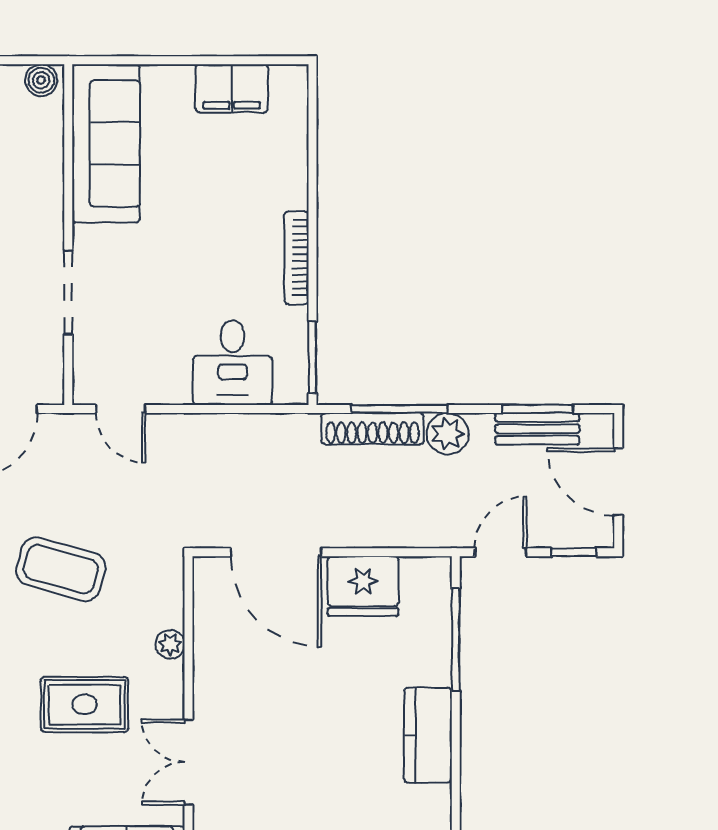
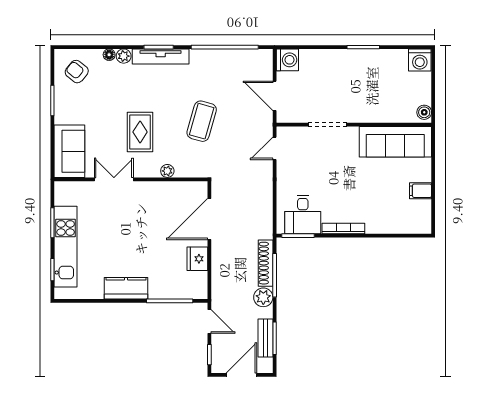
filing cabinet: (232, 88) -> (420, 191), width x0.50
desk: (233, 363) -> (303, 215), moved, turned -90
fridge: (363, 586) -> (197, 259), width x0.73, depth x0.75

